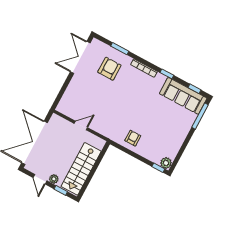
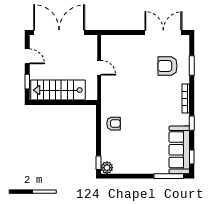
armchair: (109, 69) -> (167, 66), turned 180
door: (40, 179) -> (27, 56), swing flipped
plant: (54, 179) -> (35, 69), removed

